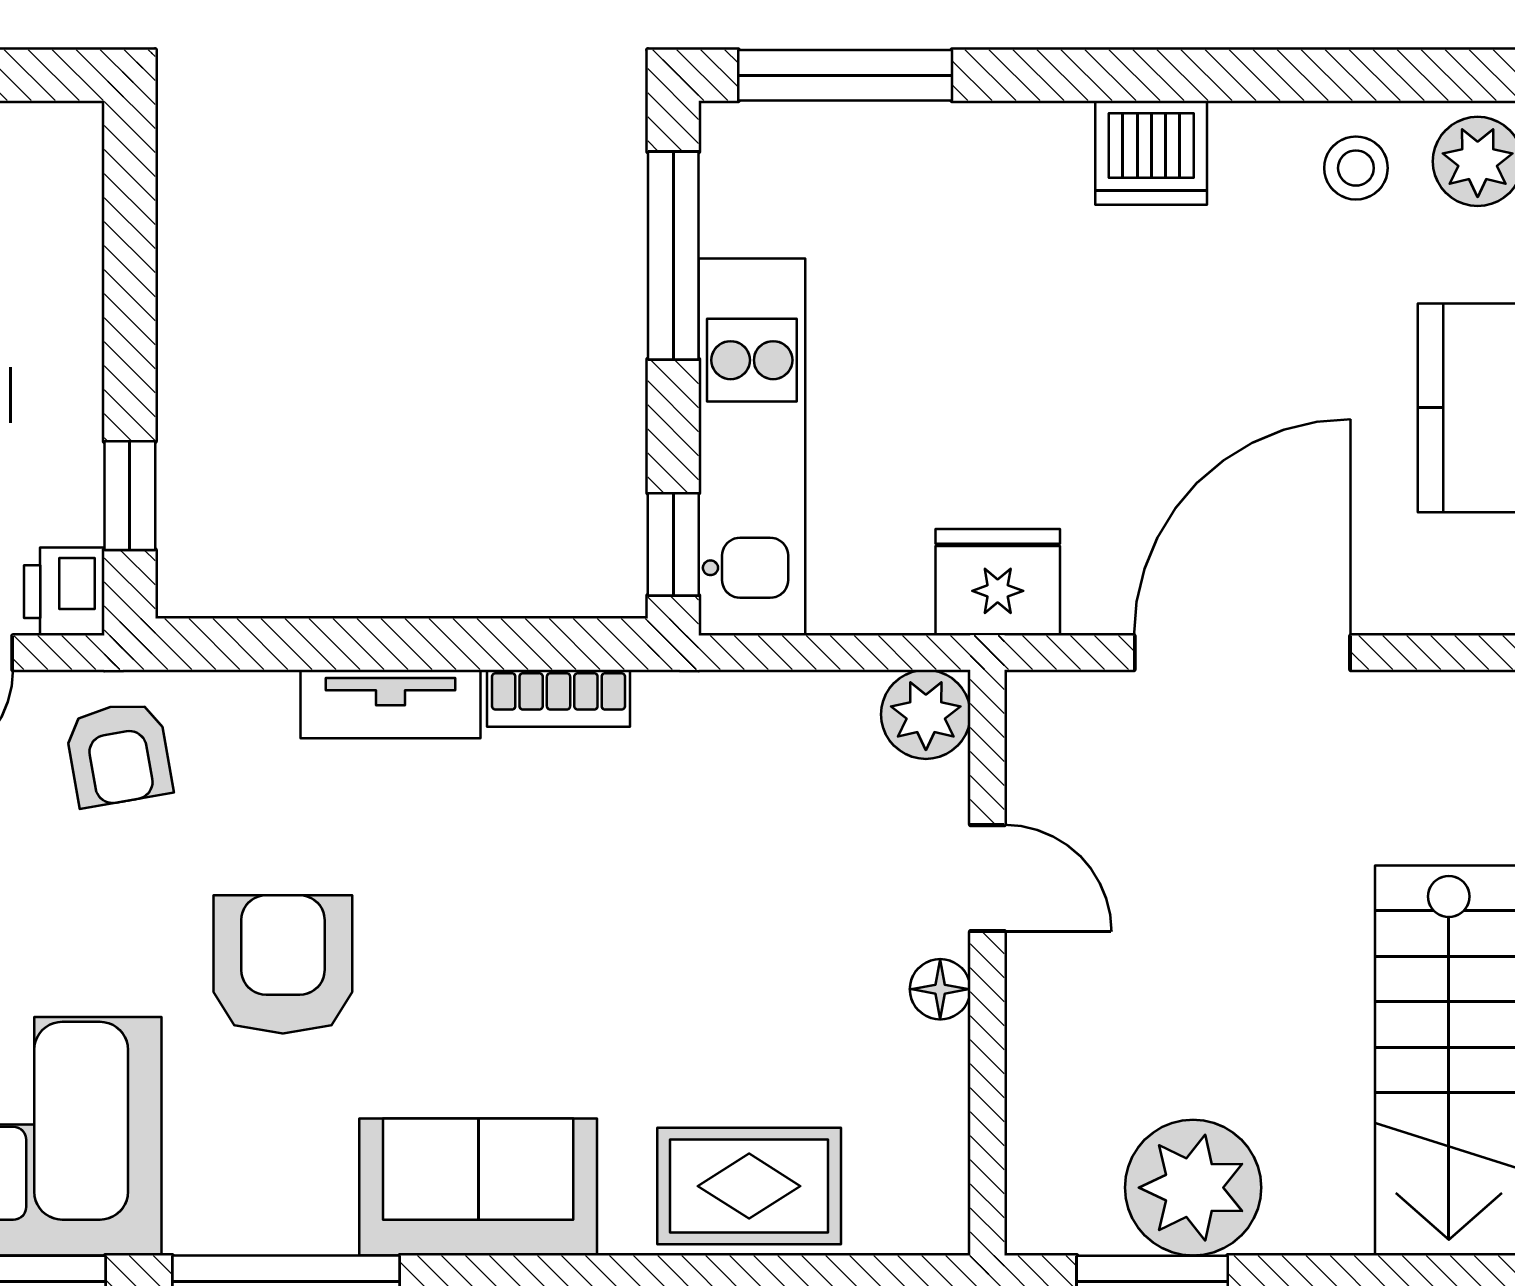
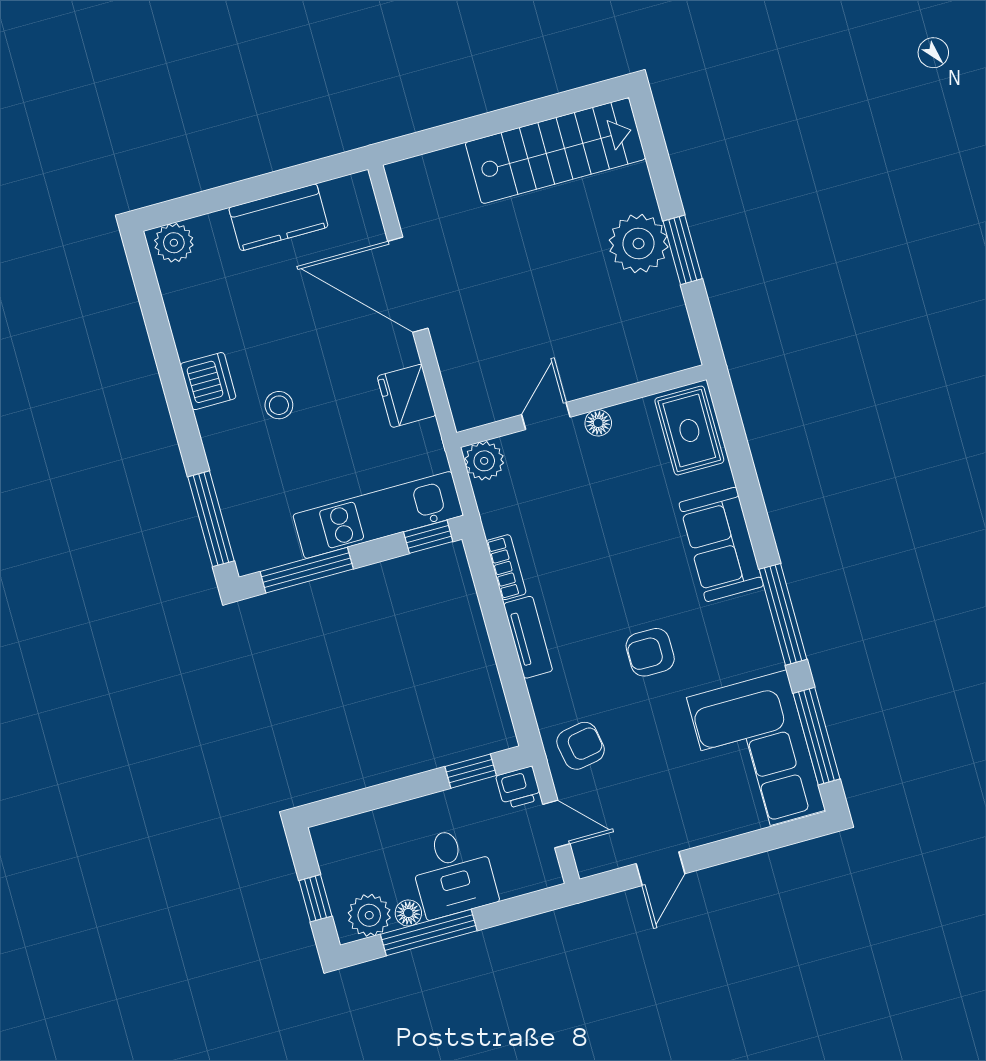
stool: (1356, 168) -> (279, 405), moved
plant: (926, 714) -> (484, 461), moved
door: (987, 878) -> (546, 416), moved
wall: (987, 963) -> (582, 406), moved
armchair: (283, 964) -> (650, 652), width x0.72, depth x0.72
floor lamp: (940, 989) -> (598, 423), moved

